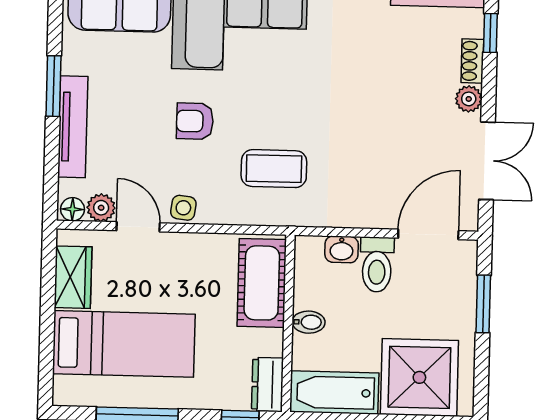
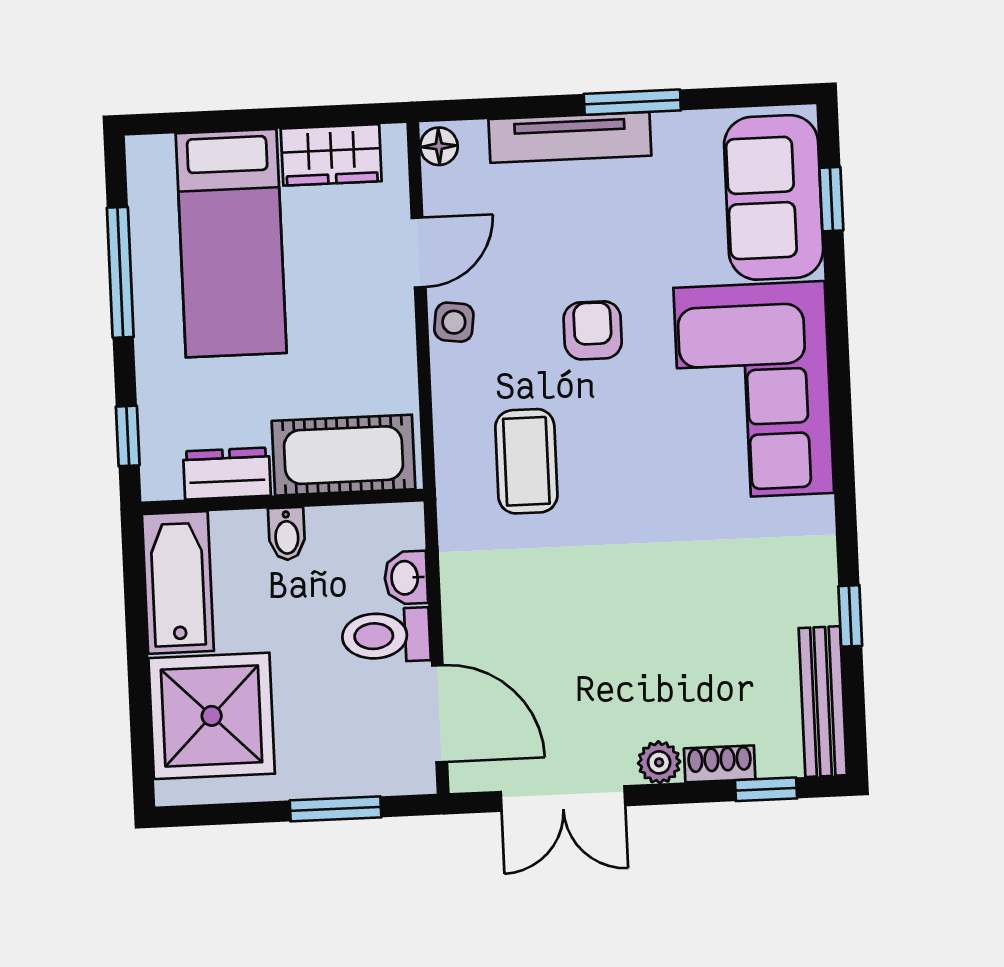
plant: (101, 208) -> (445, 192), removed
dresser: (267, 385) -> (227, 474), moved

